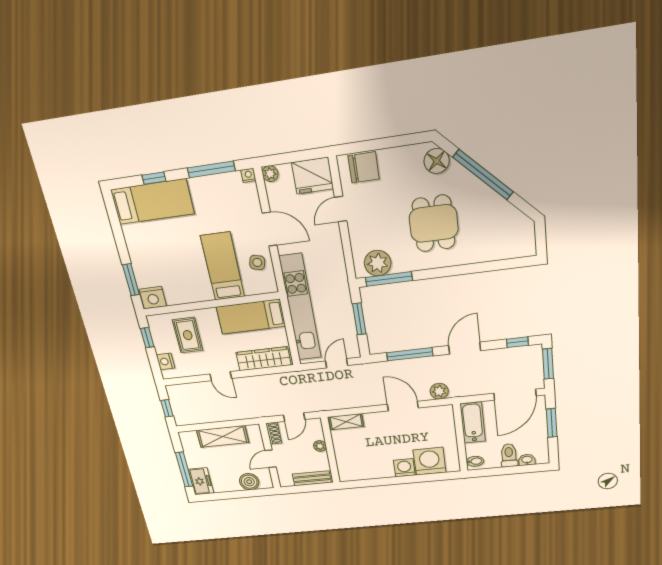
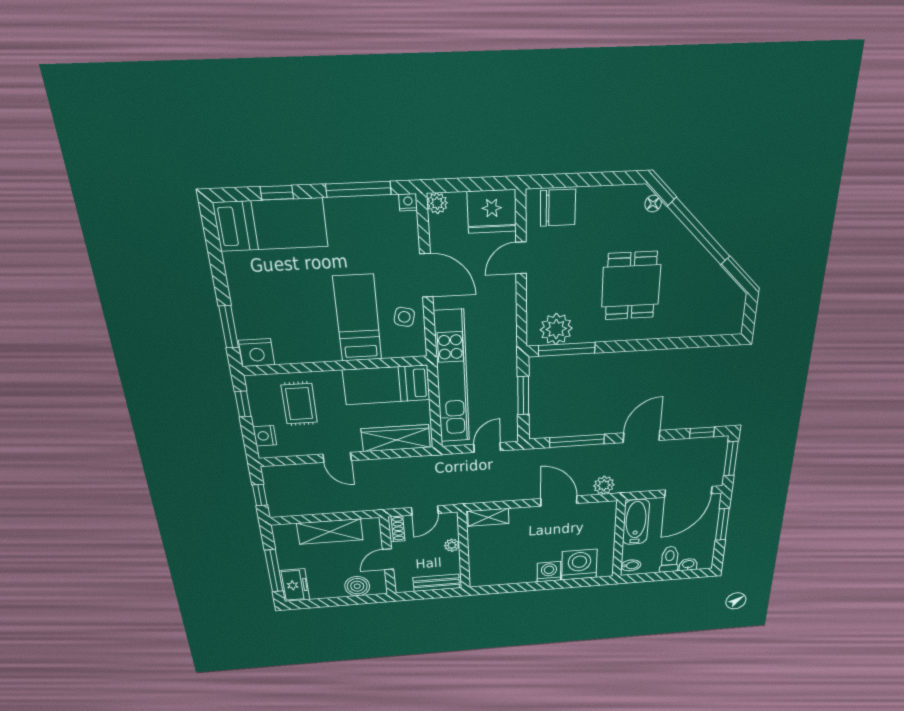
floor lamp: (437, 161) -> (653, 204), width x0.53, depth x0.53

